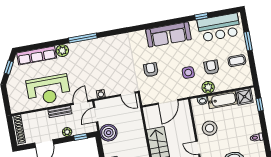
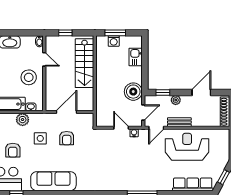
plant: (62, 51) -> (165, 184), removed
armchair: (211, 67) -> (13, 150), moved
armchair: (151, 70) -> (67, 138), moved
door: (128, 94) -> (121, 128), moved

